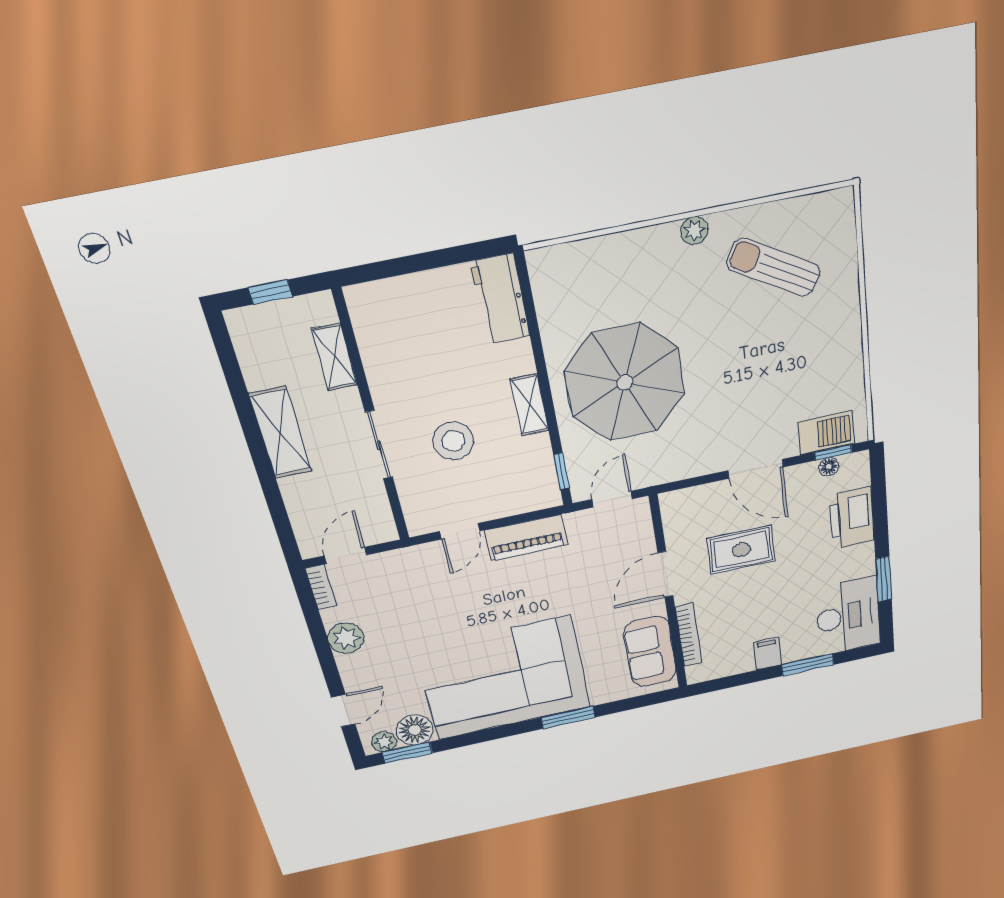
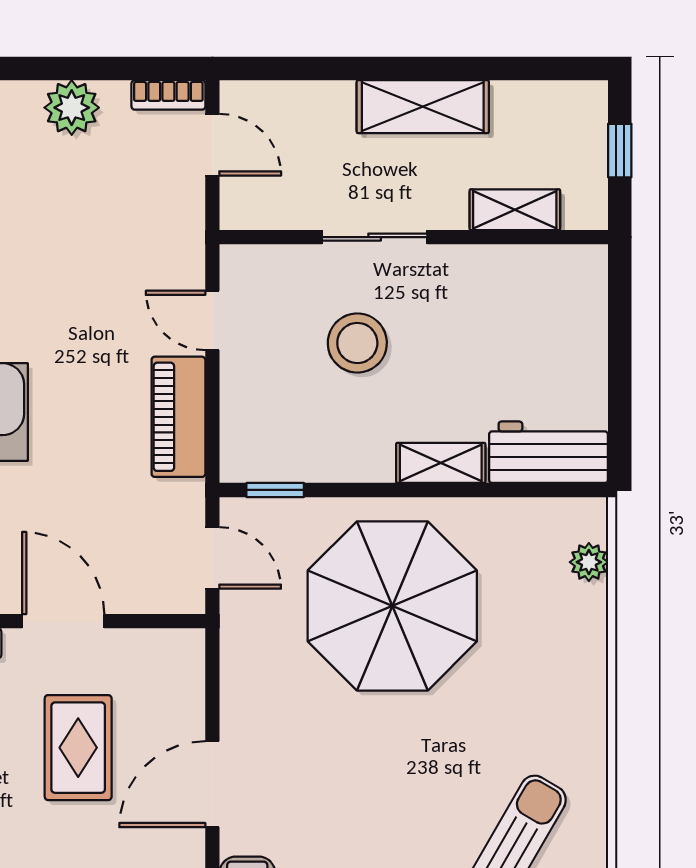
plant: (694, 231) -> (589, 562), moved
shelving: (530, 405) -> (441, 463), moved

